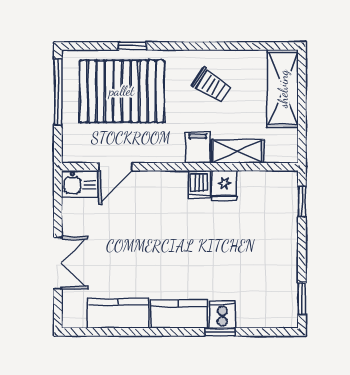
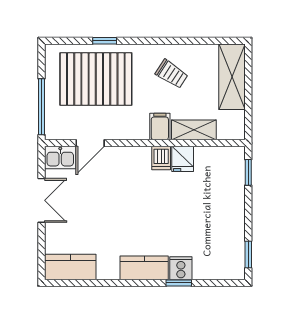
window: (58, 92) -> (41, 107), moved
double door: (58, 263) -> (41, 200), moved
kitchen counter: (118, 313) -> (70, 267), moved

